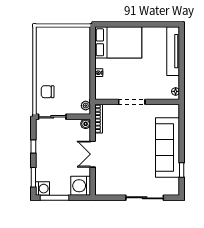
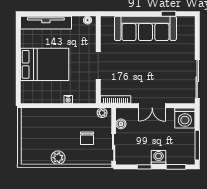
bed: (118, 42) -> (45, 64), moved, turned 90
plant: (42, 63) -> (58, 158), added
chair: (48, 92) -> (87, 138), moved
boiler: (86, 124) -> (121, 124), moved
washing machine: (43, 189) -> (159, 157), moved
sliding door: (145, 198) -> (197, 79), moved

